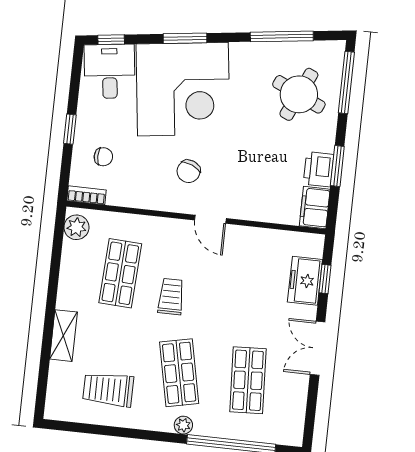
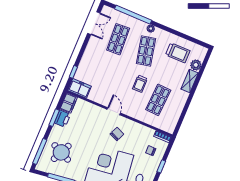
plant: (76, 227) -> (196, 65), moved
freezer: (305, 281) -> (80, 88), moved, turned -90
double door: (318, 348) -> (94, 23), moved

